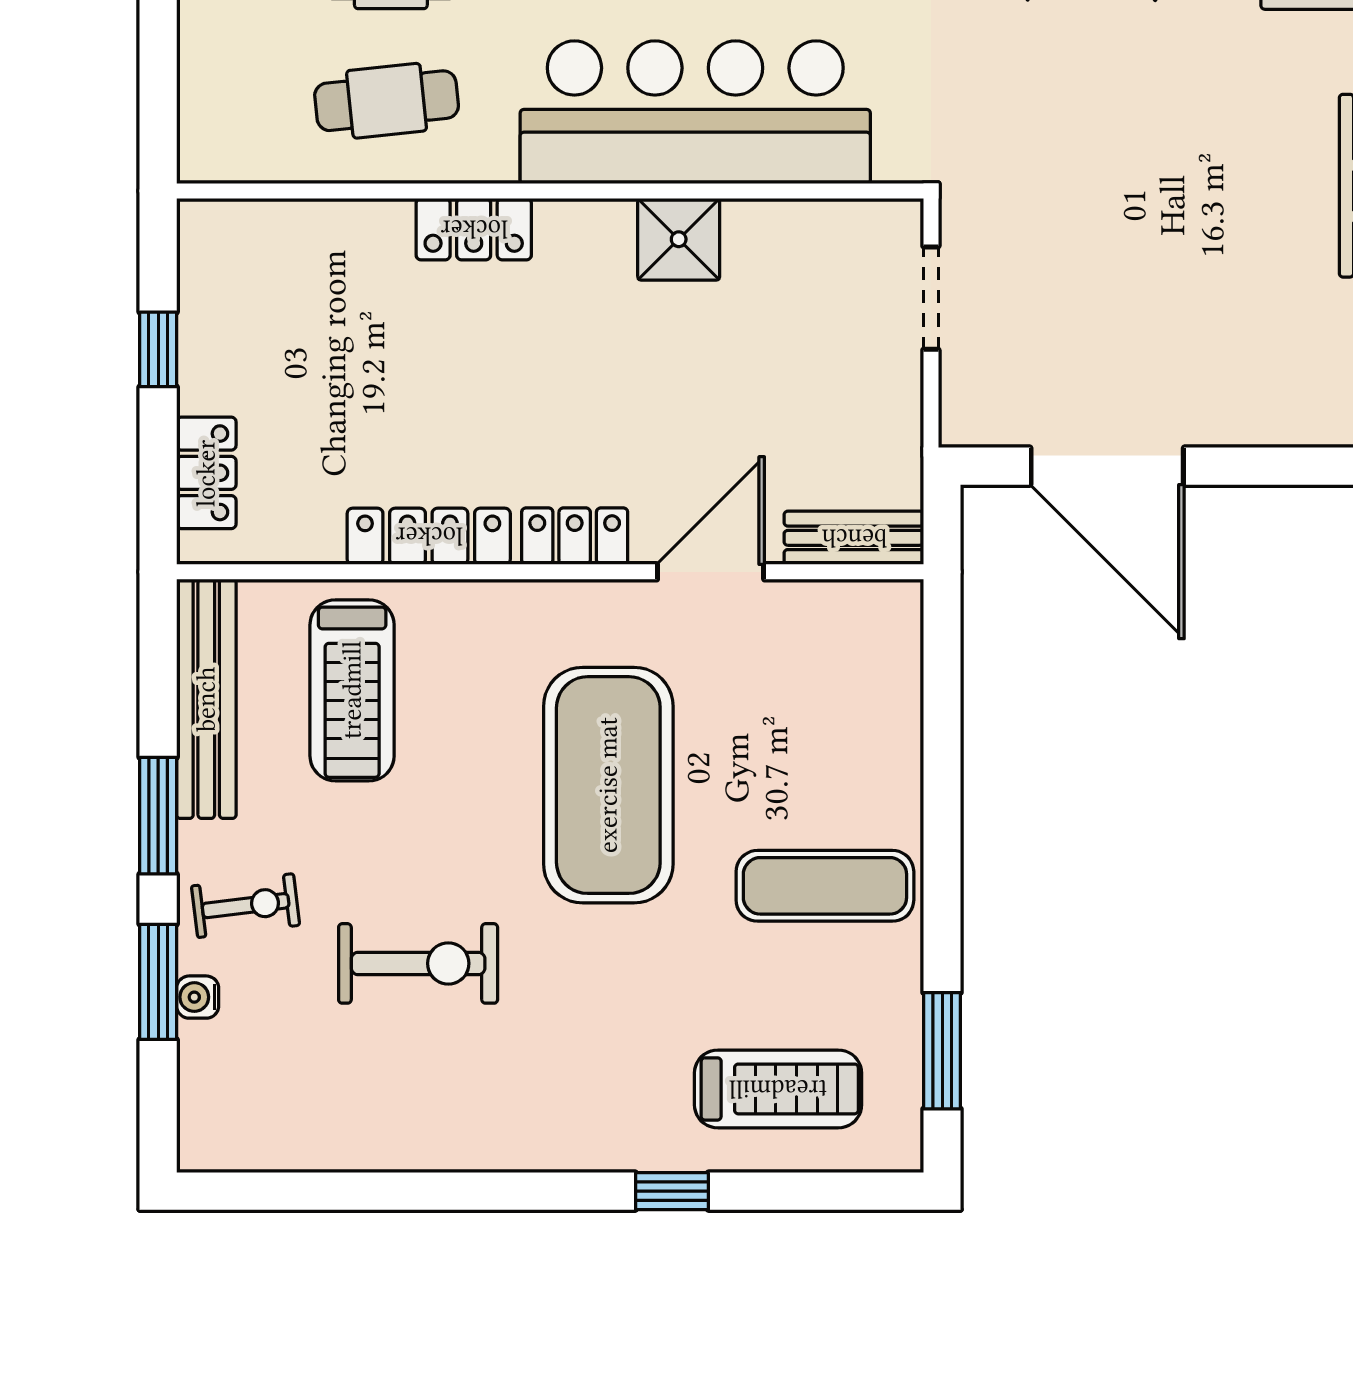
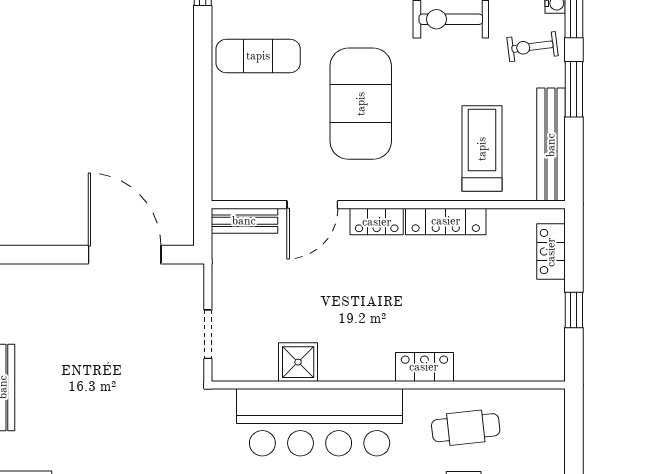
shower: (679, 239) -> (298, 362), moved

